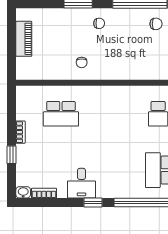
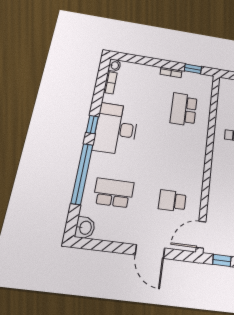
window: (12, 155) -> (193, 69), moved
desk: (81, 183) -> (116, 129), width x1.87, depth x1.30

